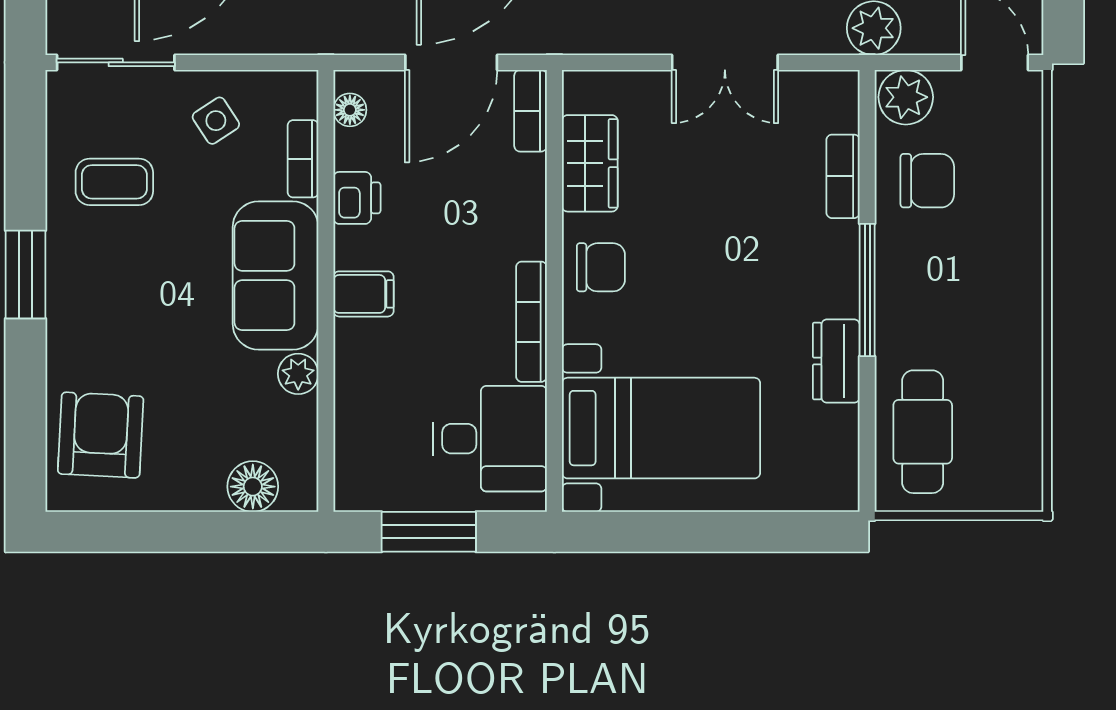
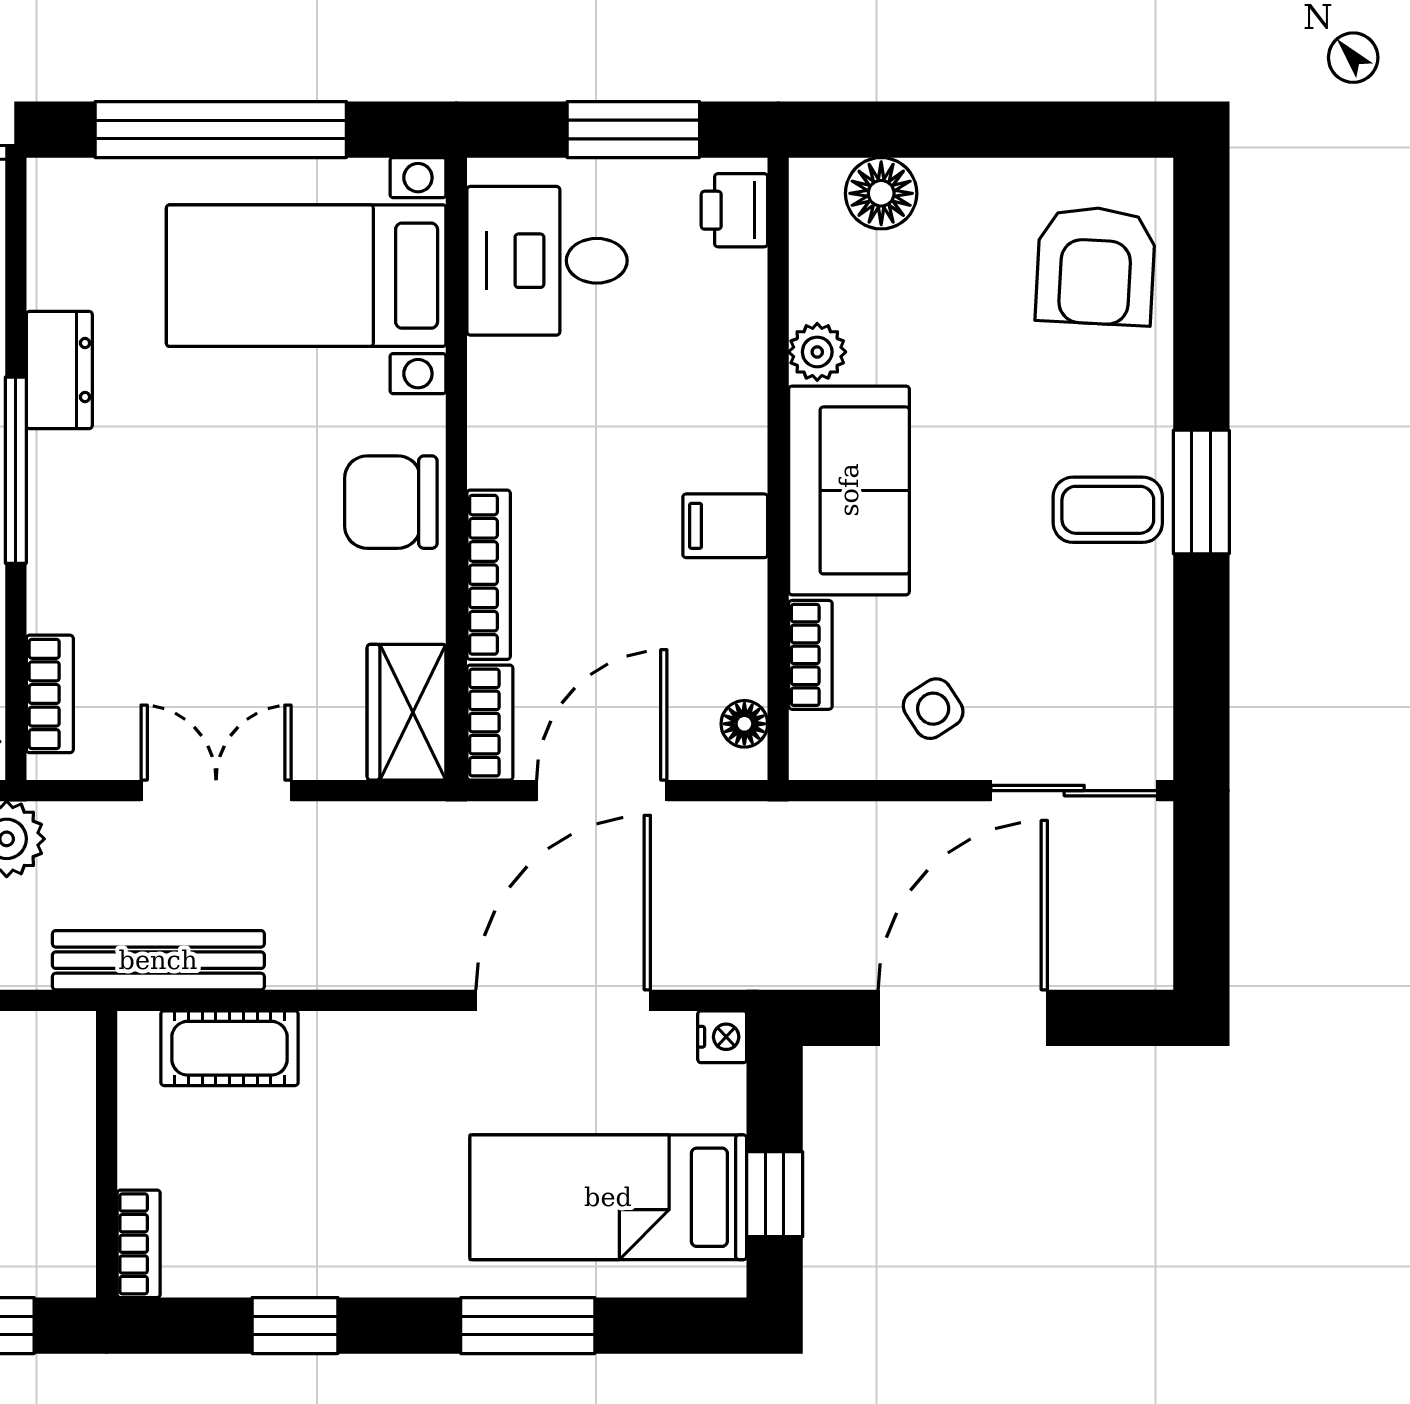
wardrobe: (590, 163) -> (407, 712), moved
bookcase: (843, 176) -> (50, 694), moved
coffee table: (114, 182) -> (1108, 510), moved
printer: (357, 198) -> (734, 210), moved
chair: (601, 267) -> (391, 502), width x1.37, depth x1.37
filing cabinet: (363, 294) -> (725, 526), moved
bookcase: (531, 322) -> (489, 575), moved
window: (722, 532) -> (221, 130), added

